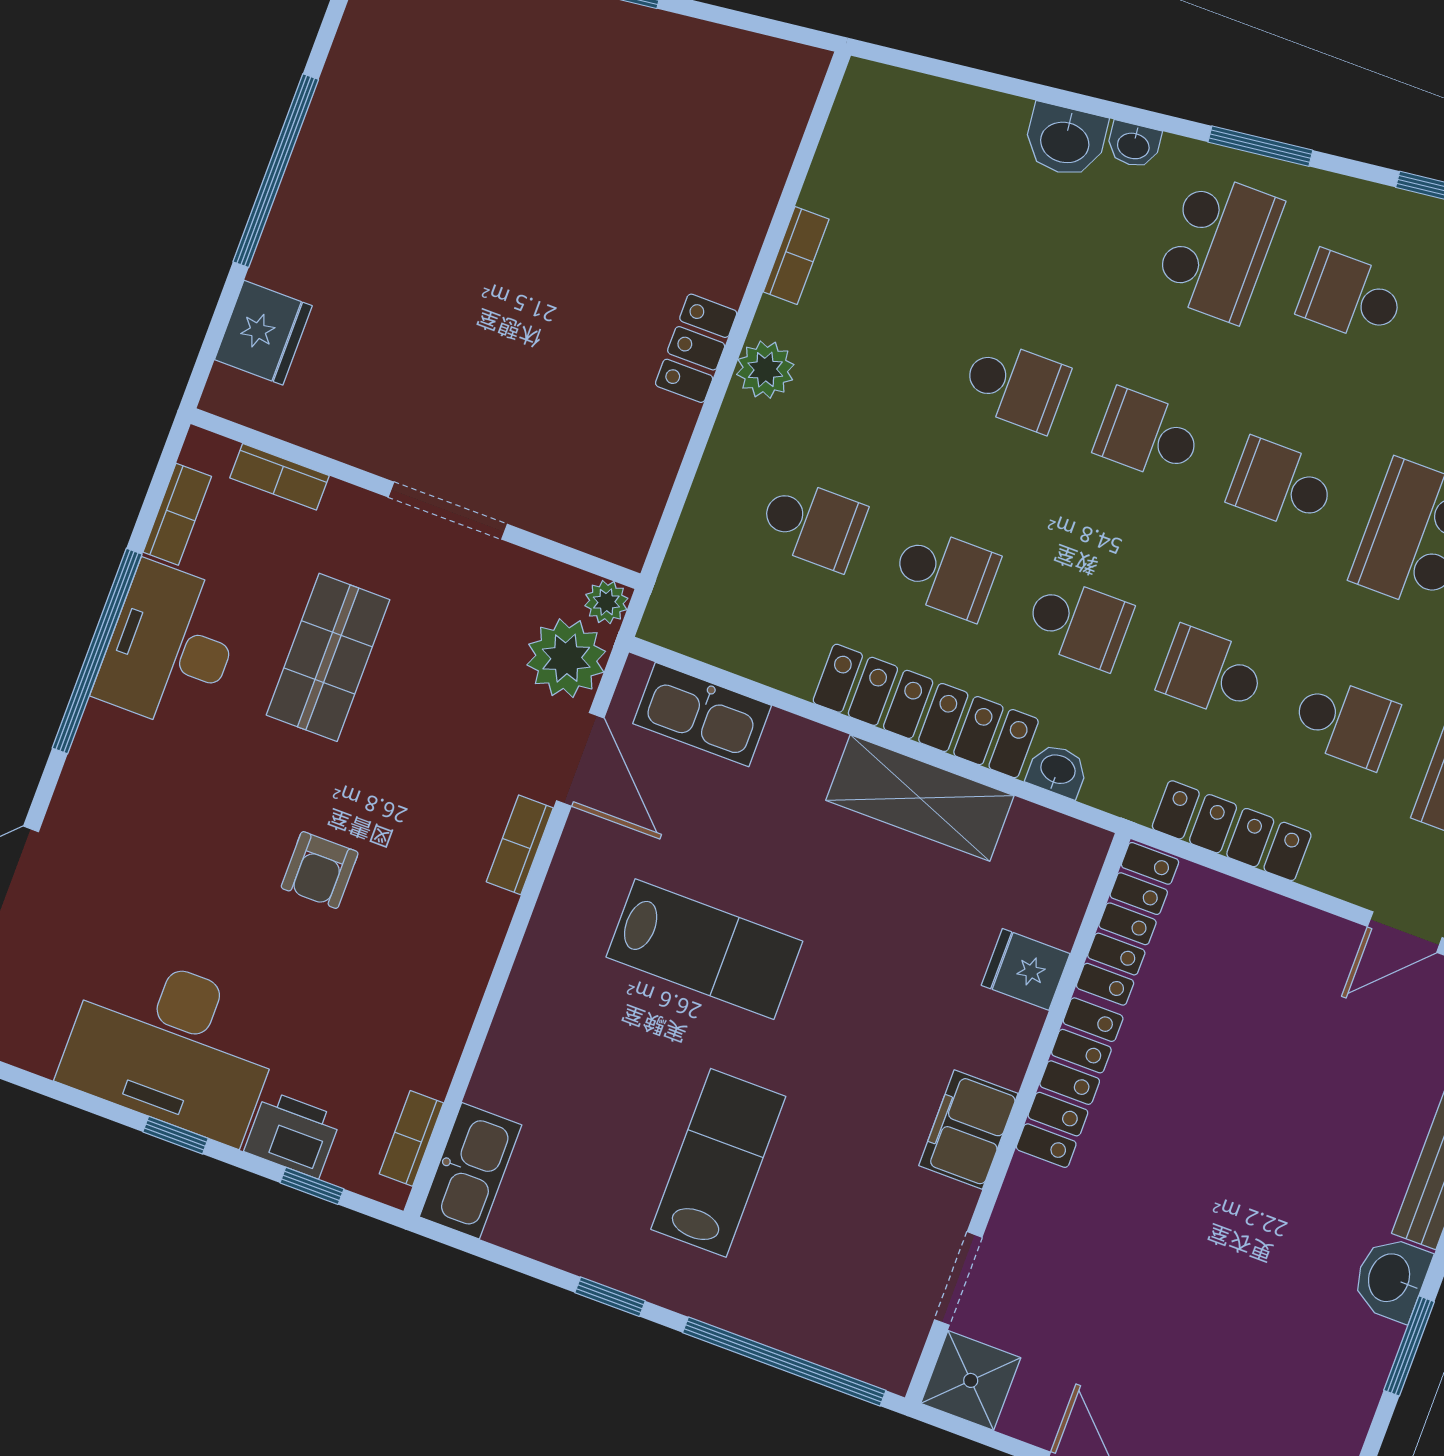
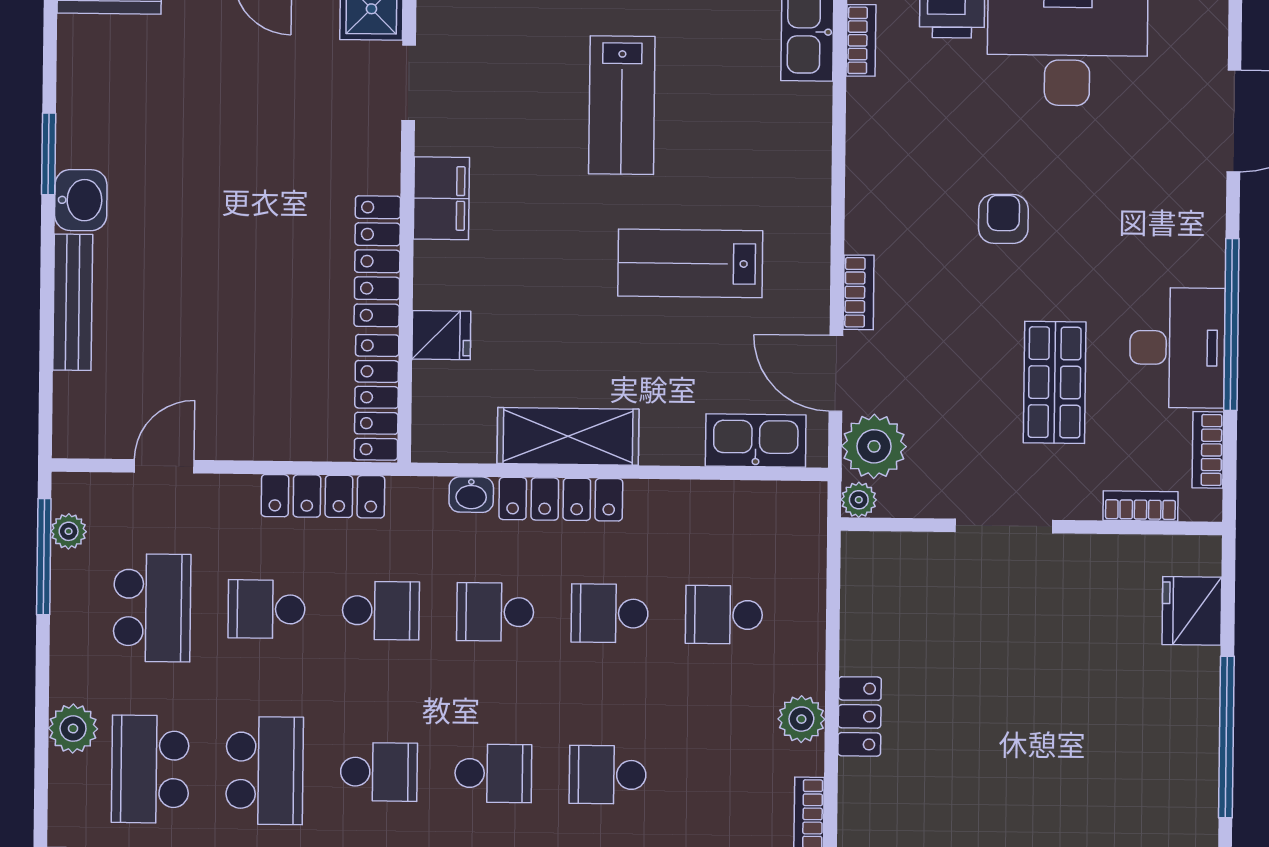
locker: (926, 711) -> (561, 499), width x0.71, depth x0.83

